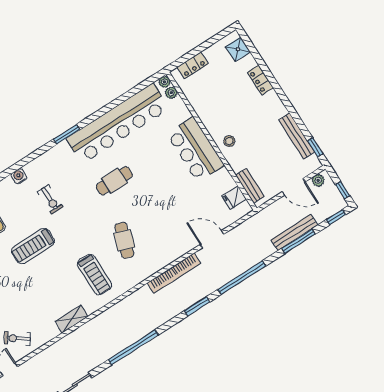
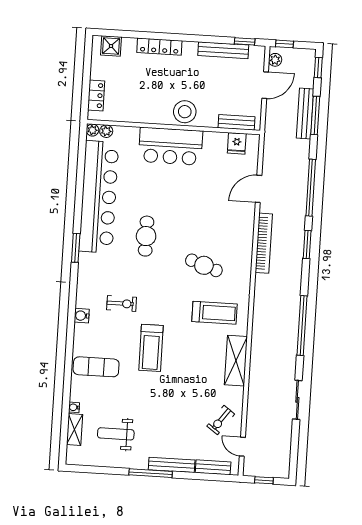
locker: (260, 80) -> (159, 47), width x1.53
stool: (229, 141) -> (185, 112), width x1.89, depth x1.89
window: (343, 190) -> (285, 44), moved
shelving: (72, 319) -> (236, 361), width x1.50, depth x1.33

